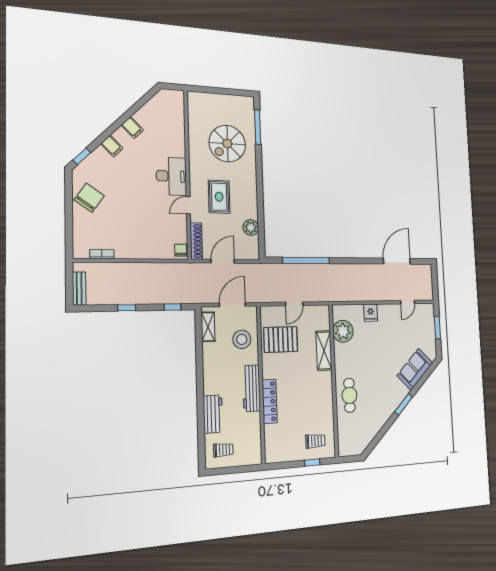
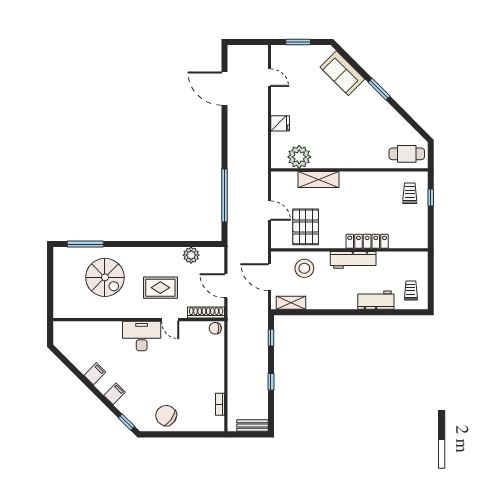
cafe table: (349, 395) -> (407, 154), moved

